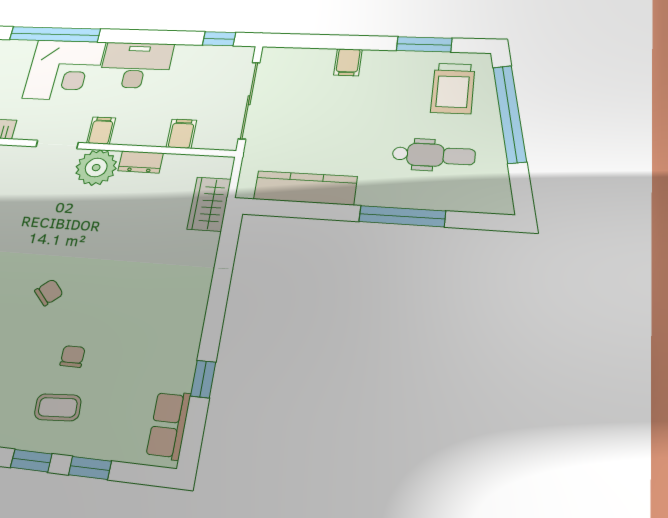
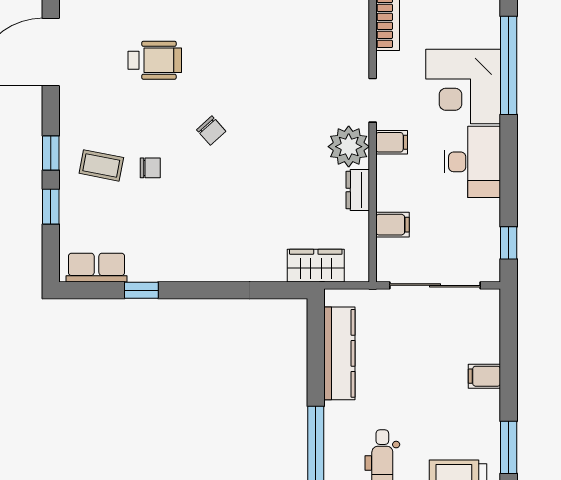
coffee table: (58, 407) -> (101, 165), turned -75

